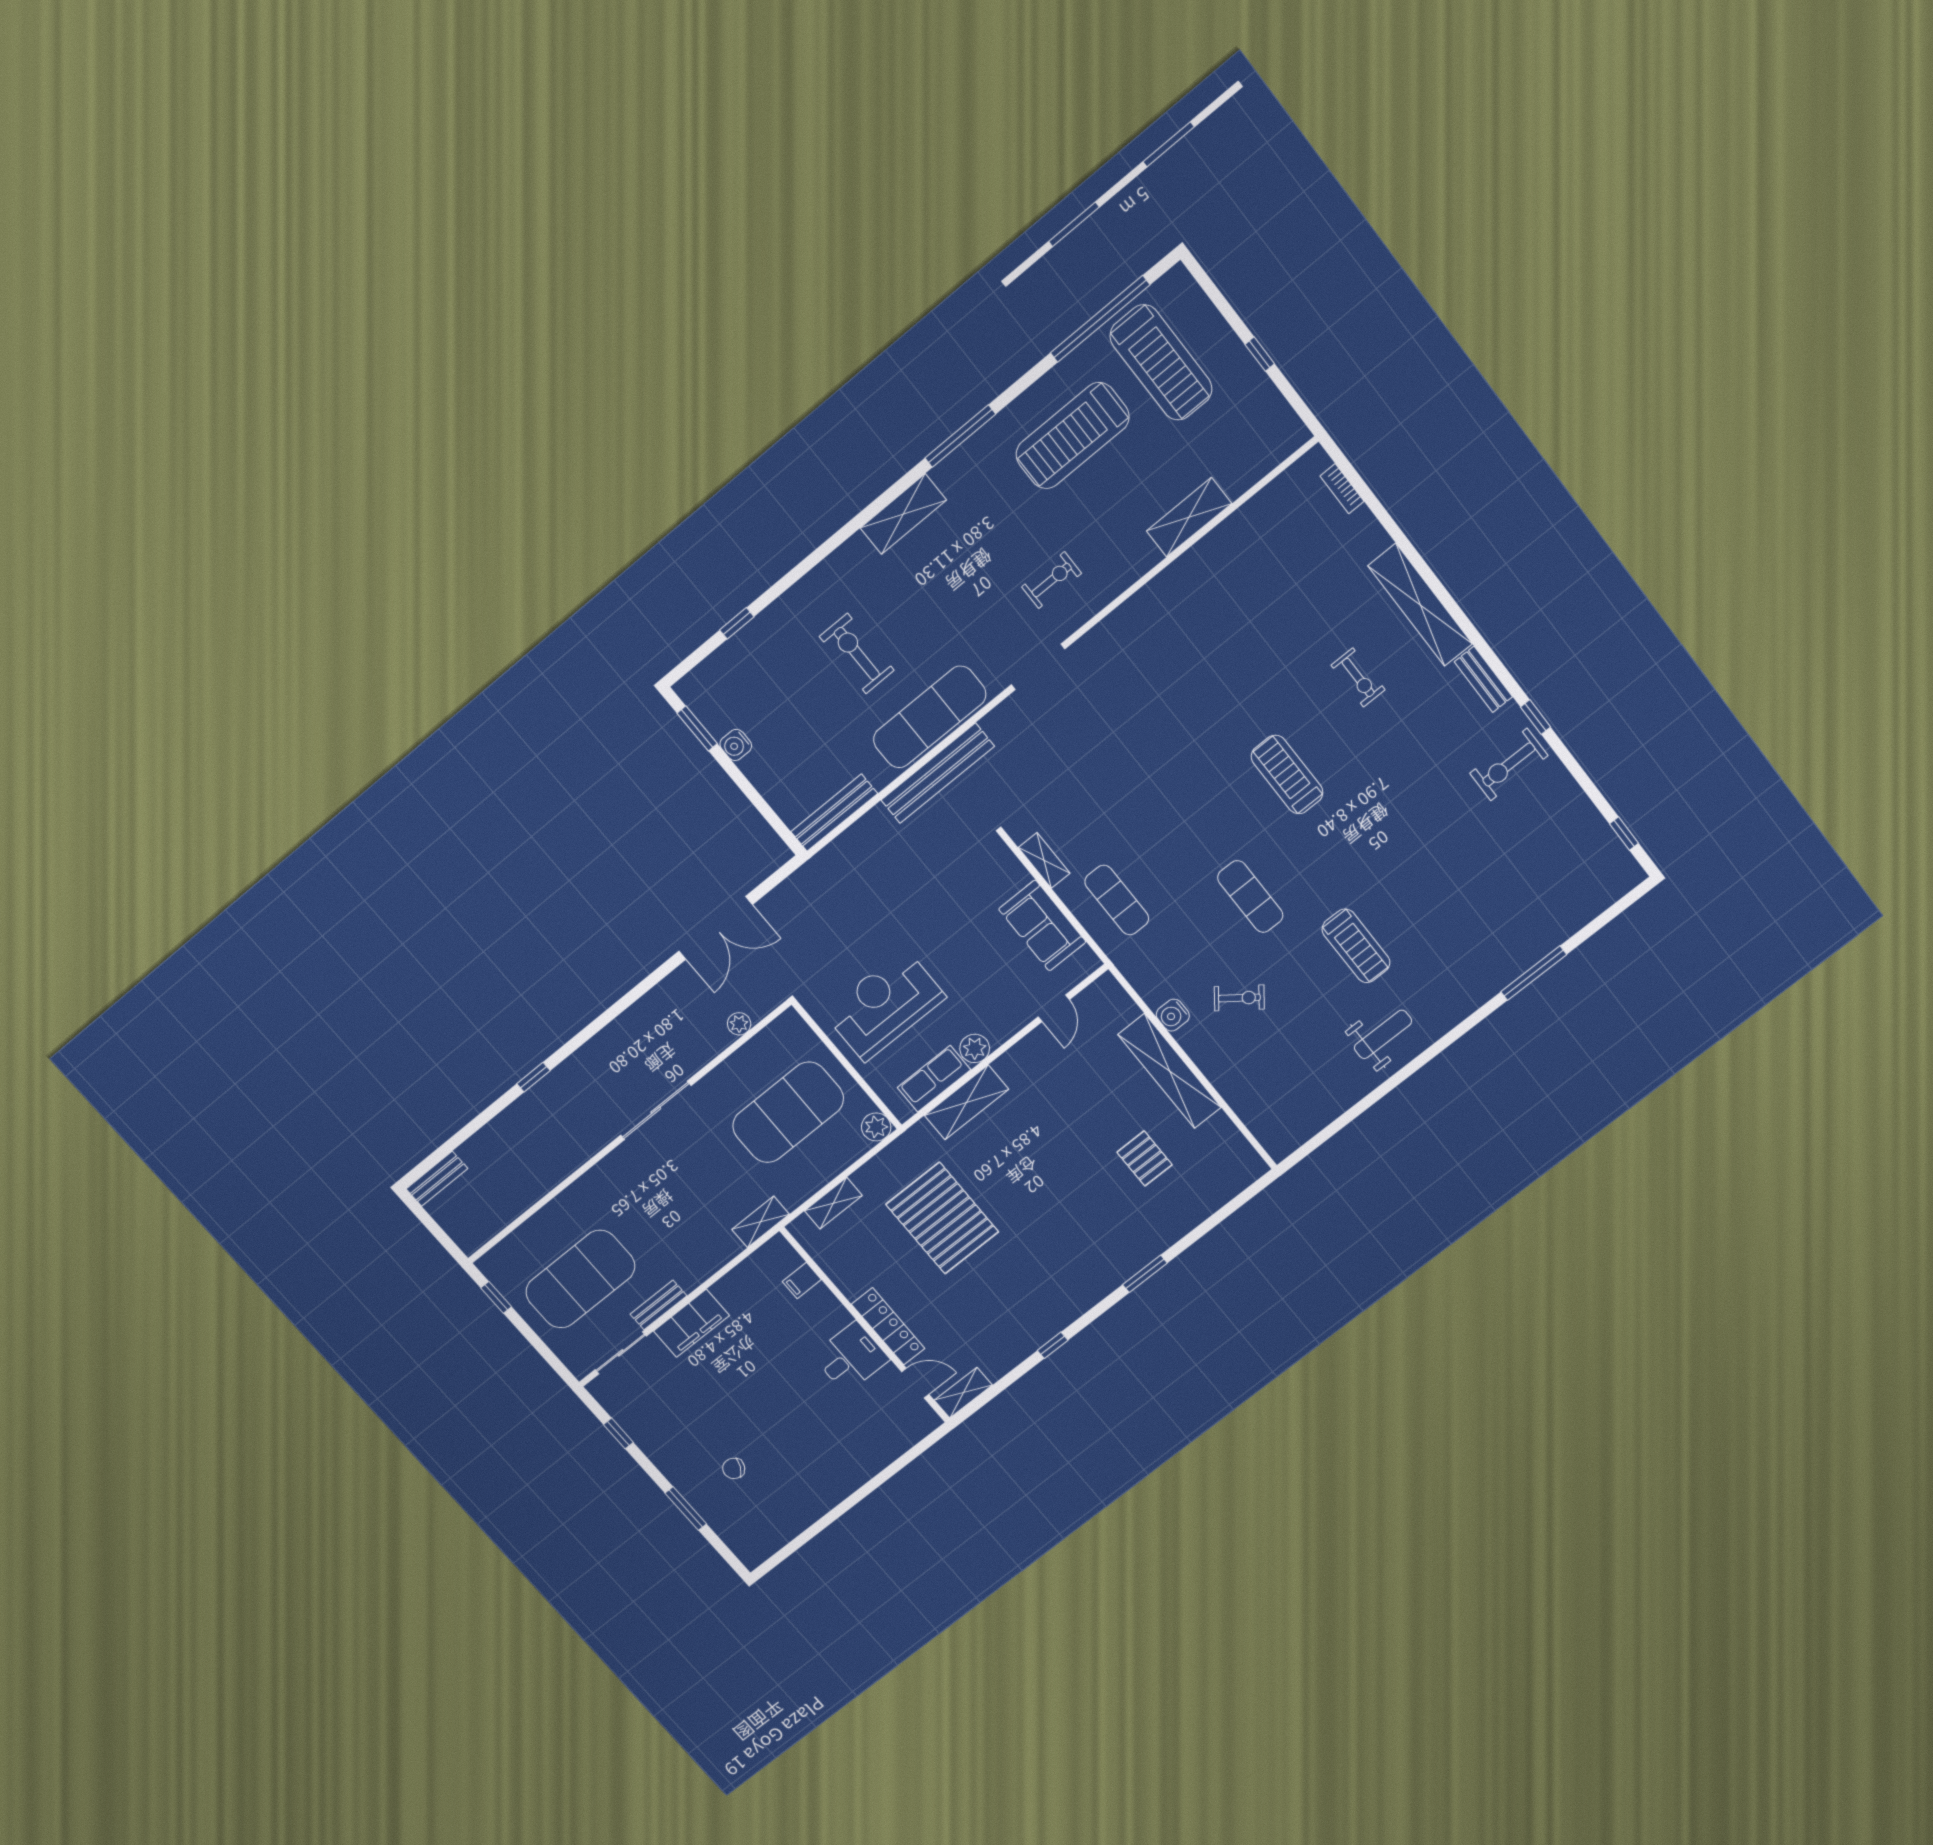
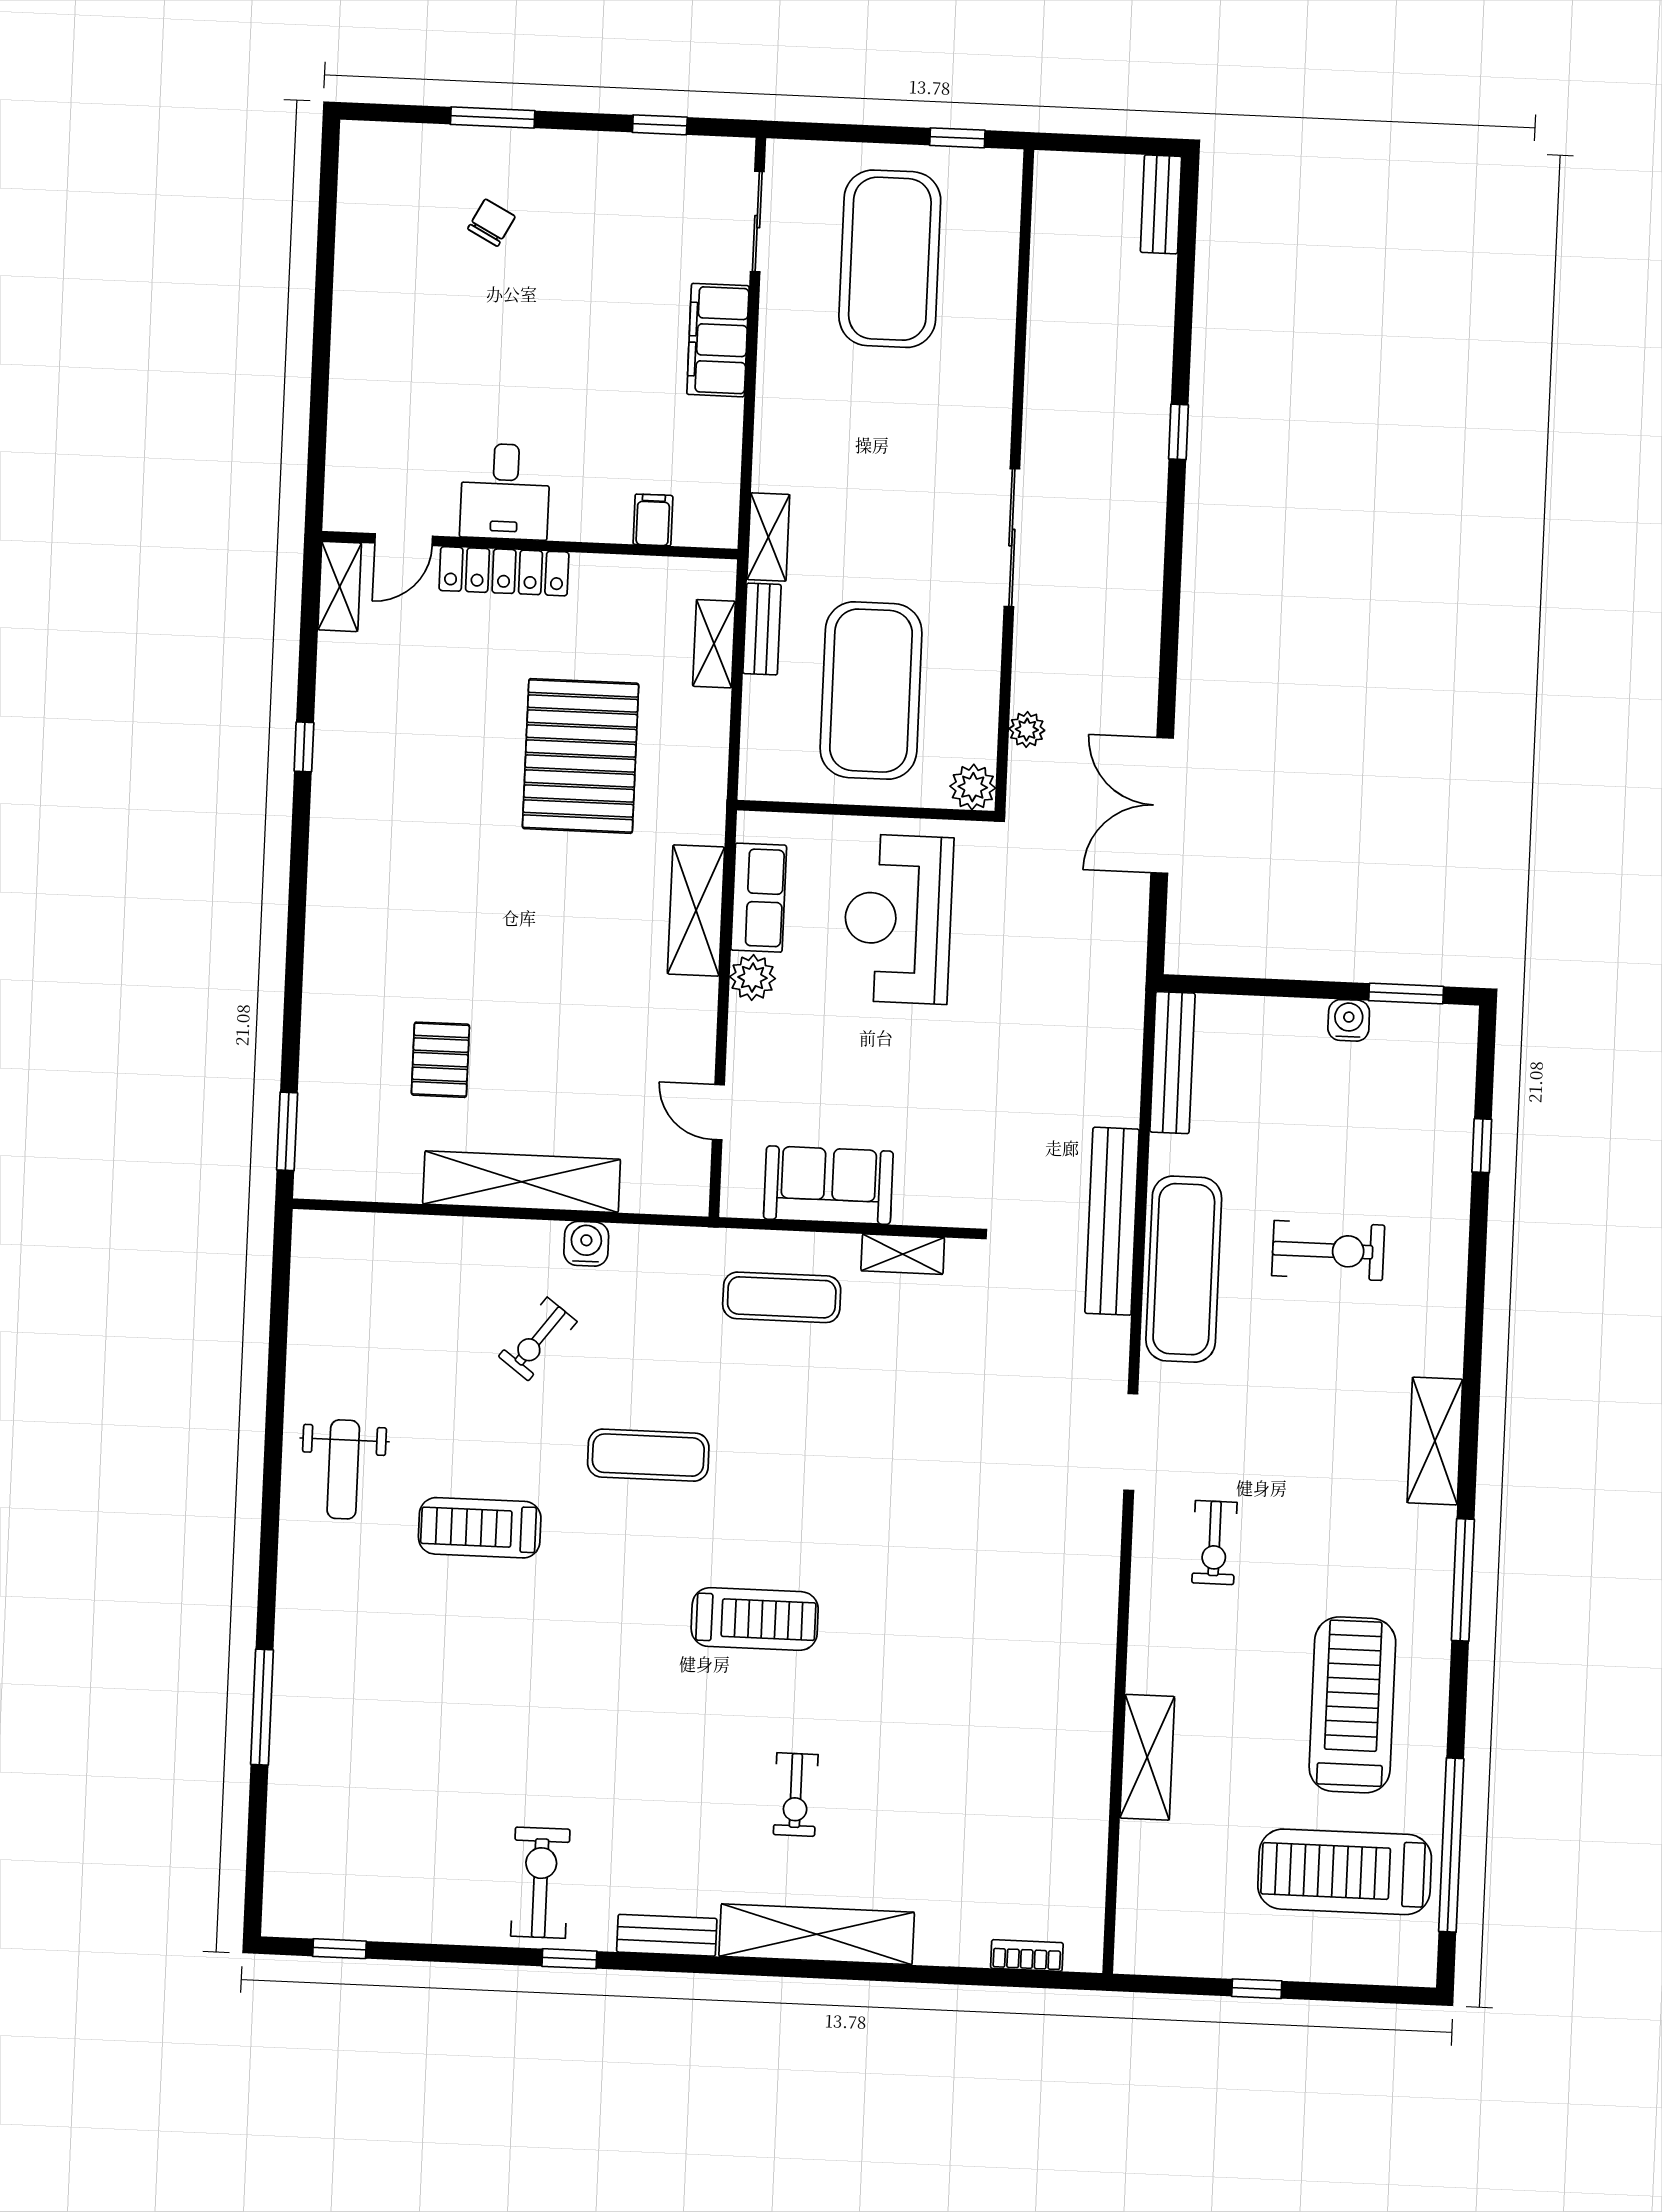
exercise bike: (1358, 677) -> (796, 1795), turned -90
reception desk: (885, 1005) -> (898, 919), turned 180
plant: (876, 1127) -> (973, 787), moved
pallet: (1145, 1158) -> (440, 1060), turned 90
pallet: (942, 1218) -> (581, 756), turned 90
window: (1145, 1274) -> (287, 1131), moved
bench: (659, 1305) -> (762, 629), moved

